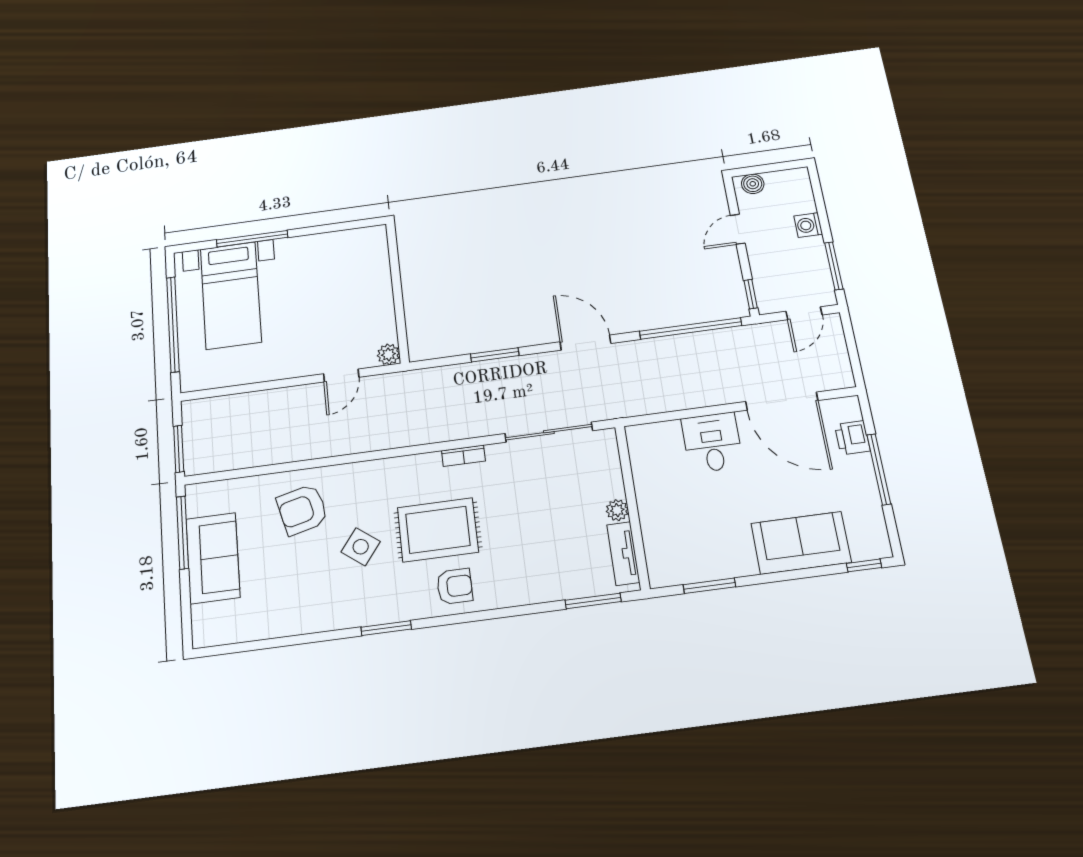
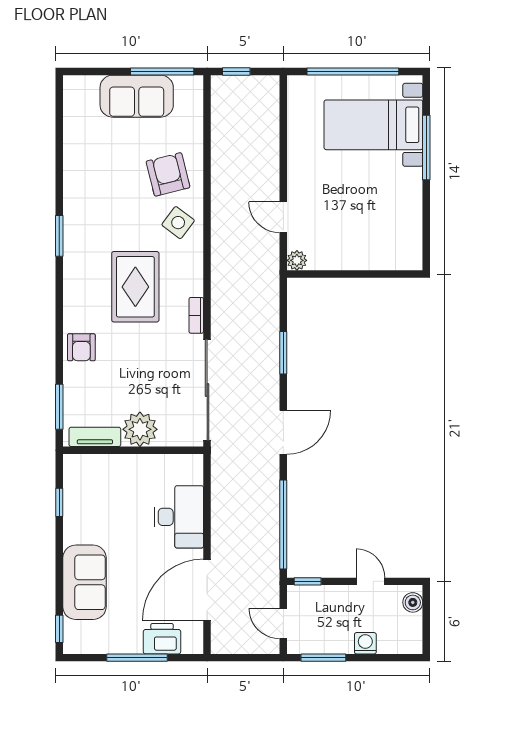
sliding door: (549, 432) -> (207, 390), width x1.36
printer: (852, 438) -> (162, 639), width x1.36, depth x1.24
desk: (712, 442) -> (179, 517), width x1.37
window: (179, 449) -> (236, 71), width x0.67
plant: (617, 510) -> (140, 429), width x1.88, depth x1.88
side table: (361, 547) -> (178, 223), moved
armchair: (455, 586) -> (81, 347), moved
window: (709, 586) -> (59, 502), width x0.67

